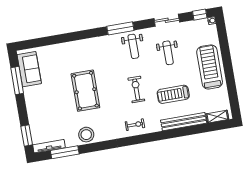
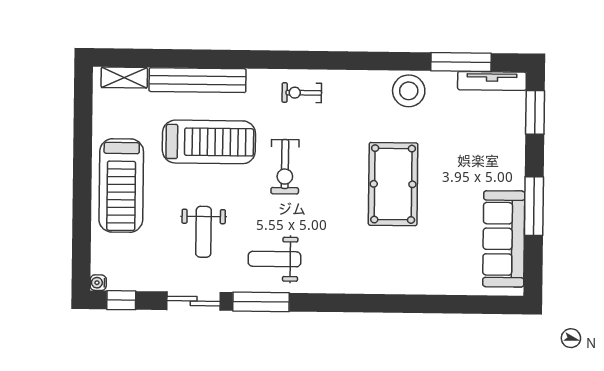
window: (120, 28) -> (261, 302), moved
weight bench: (133, 46) -> (274, 259), turned -90
weight bench: (168, 53) -> (203, 232), turned 180
sofa: (29, 69) -> (504, 239), width x1.36
window: (17, 81) -> (534, 206), moved
treadmill: (173, 94) -> (209, 142), width x1.37, depth x1.38

